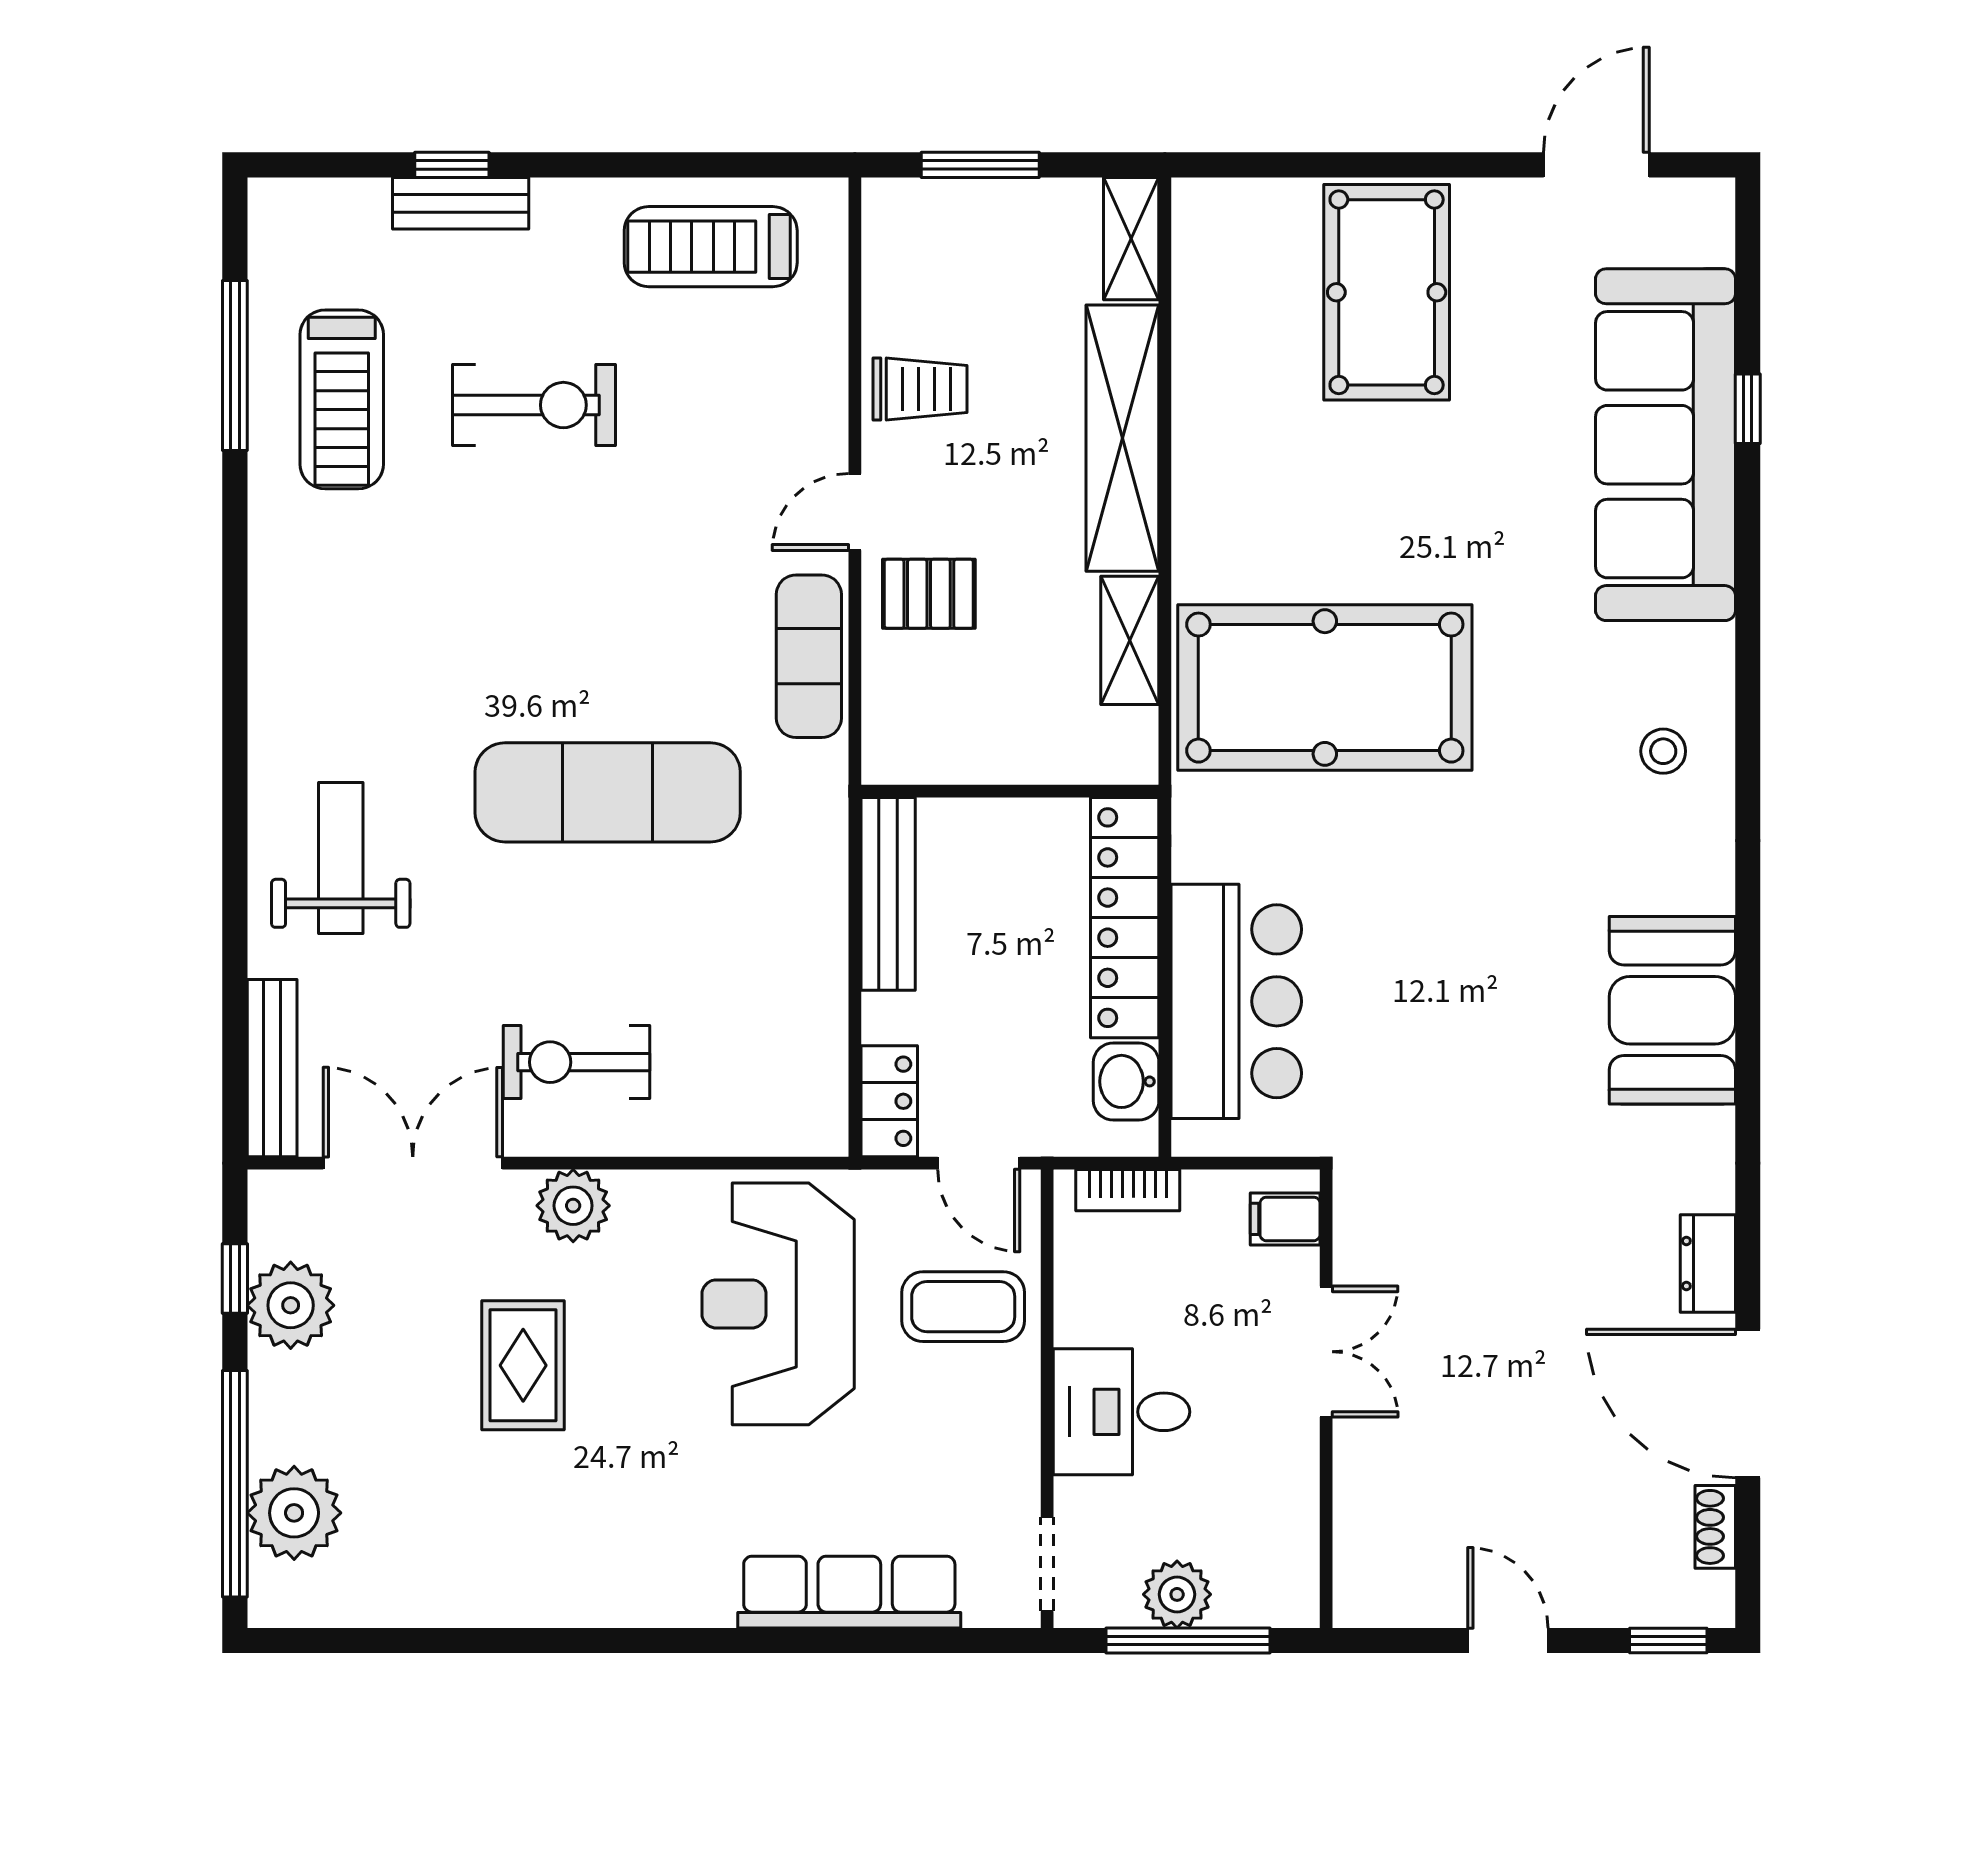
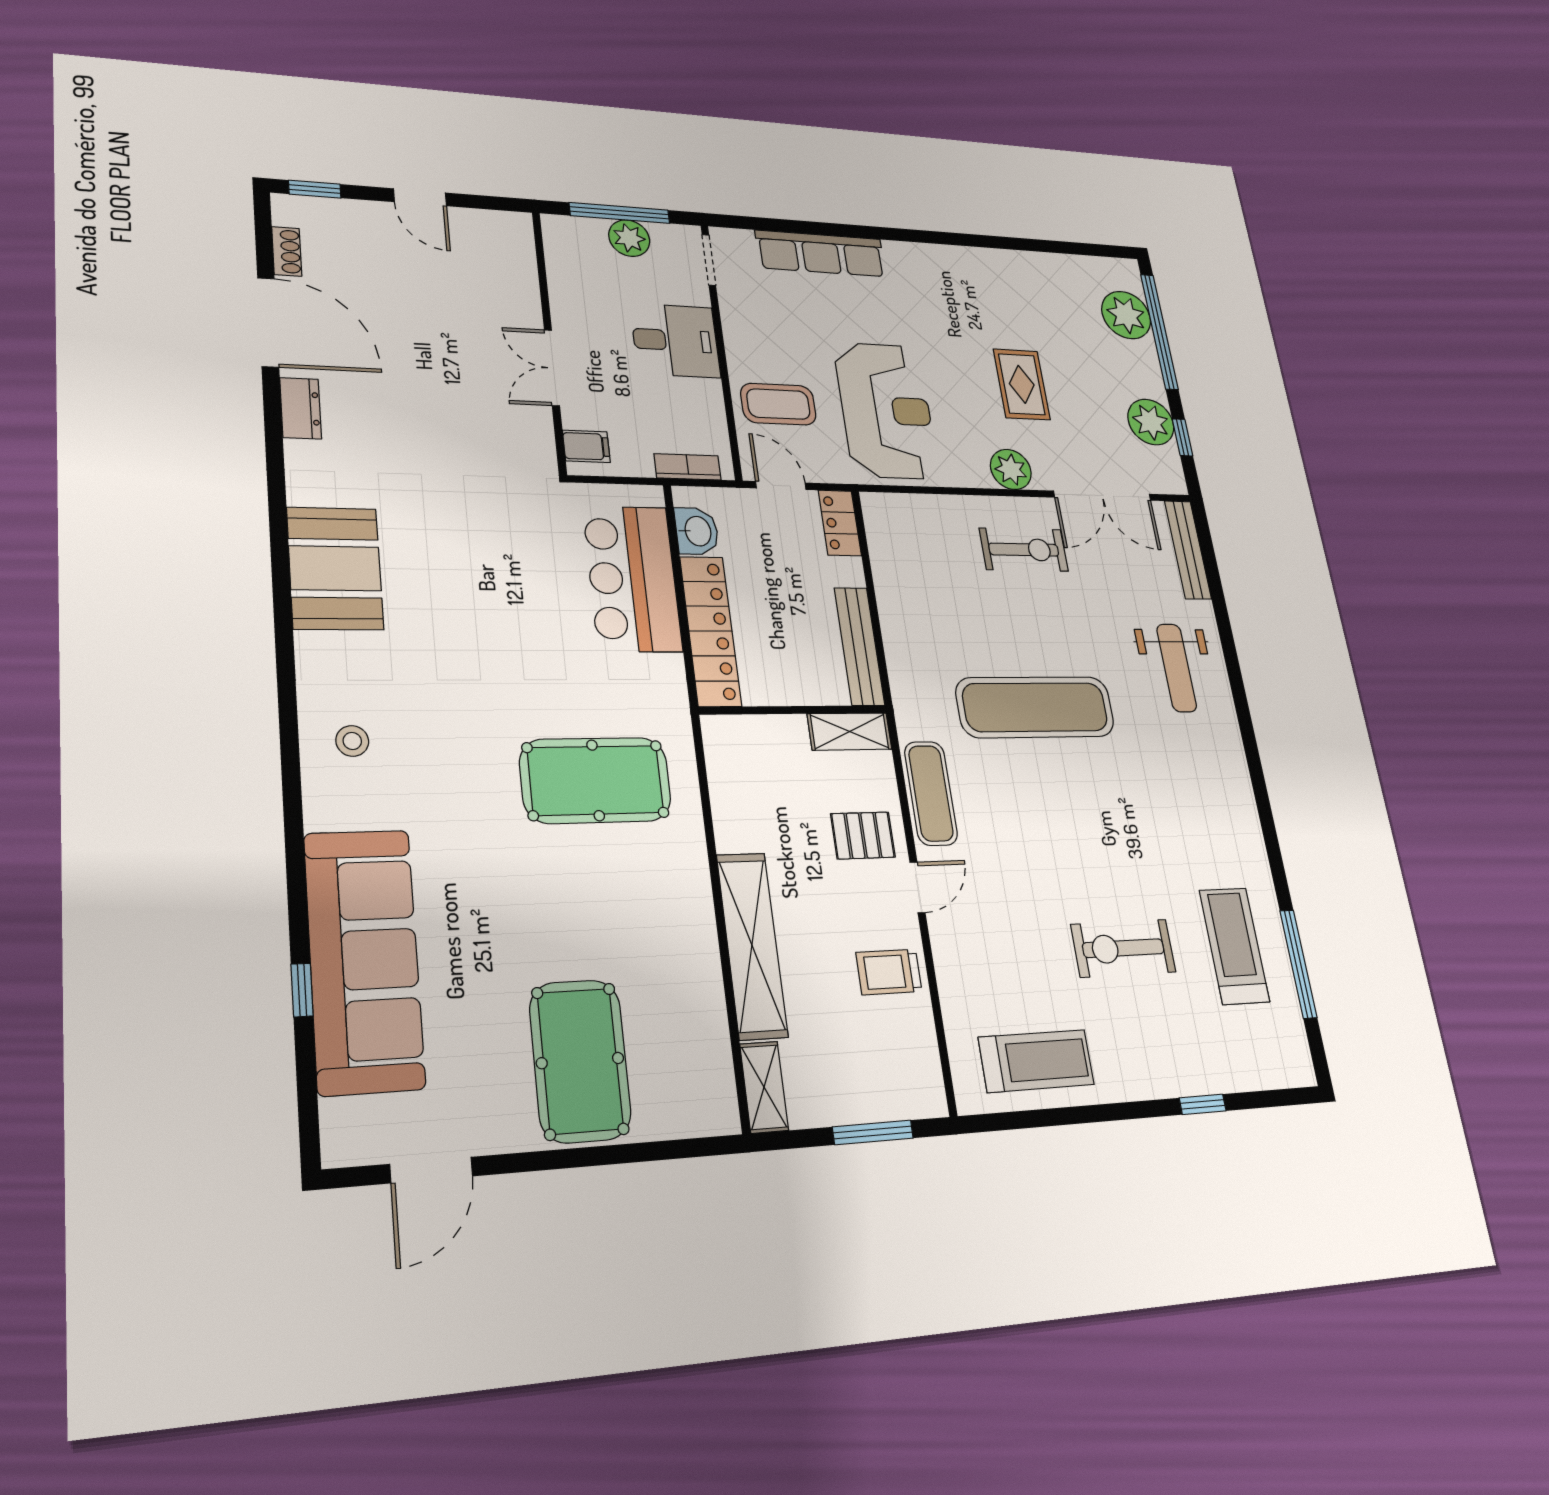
bench: (461, 203) -> (1192, 1079), removed
shelving: (1130, 640) -> (850, 732), moved, turned 90
pool table: (1325, 688) -> (596, 780), width x0.73, depth x0.76

